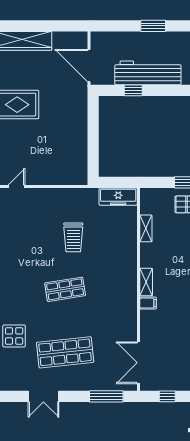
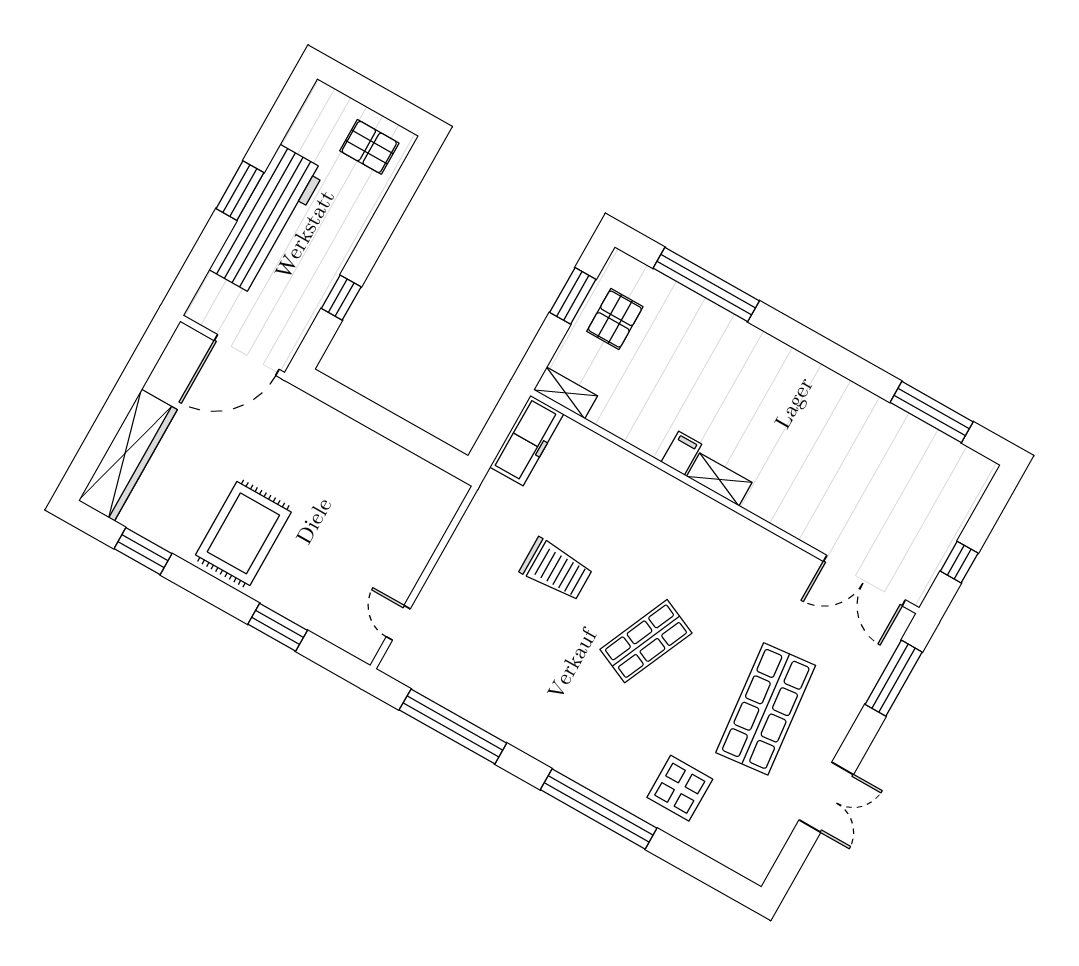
workbench: (148, 73) -> (267, 220), moved, turned 180
shelving: (146, 228) -> (566, 393), moved
shop shelf: (65, 289) -> (646, 641), turned 33
filing cabinet: (148, 303) -> (681, 453), moved

